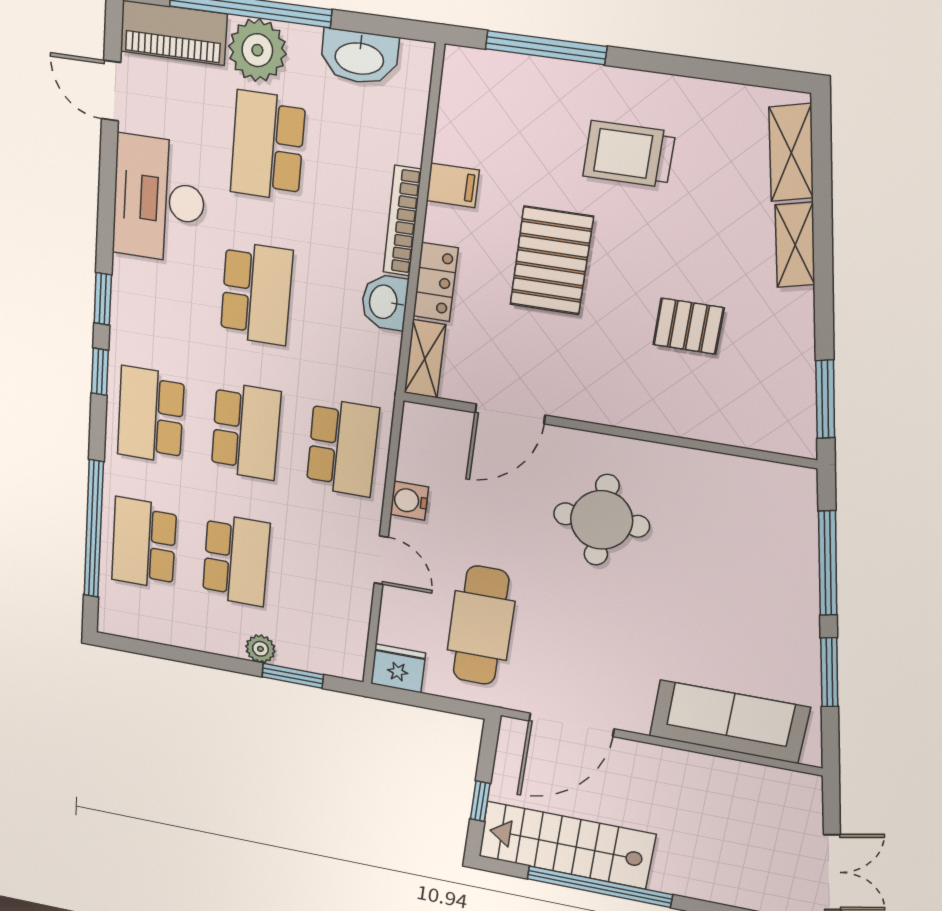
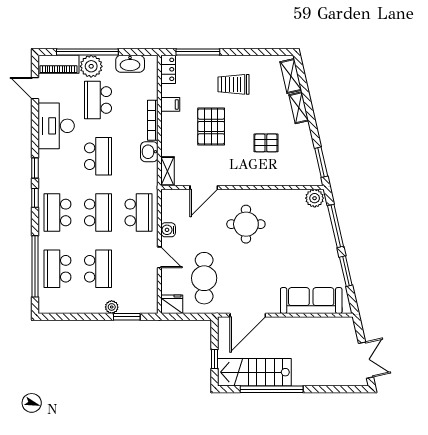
locker: (435, 282) -> (168, 69), moved
plant: (788, 487) -> (315, 198), added

